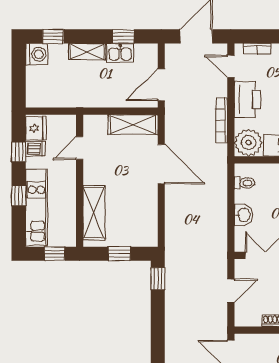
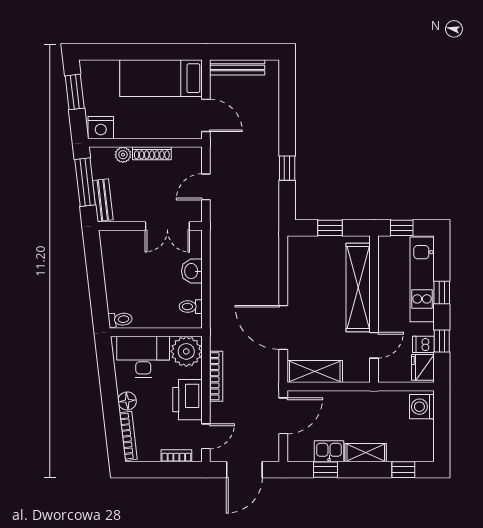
washing machine: (37, 54) -> (422, 407), moved
door: (231, 66) -> (206, 436), hinge flipped
shelving: (94, 213) -> (358, 288), width x1.47
window: (158, 279) -> (287, 168), moved

